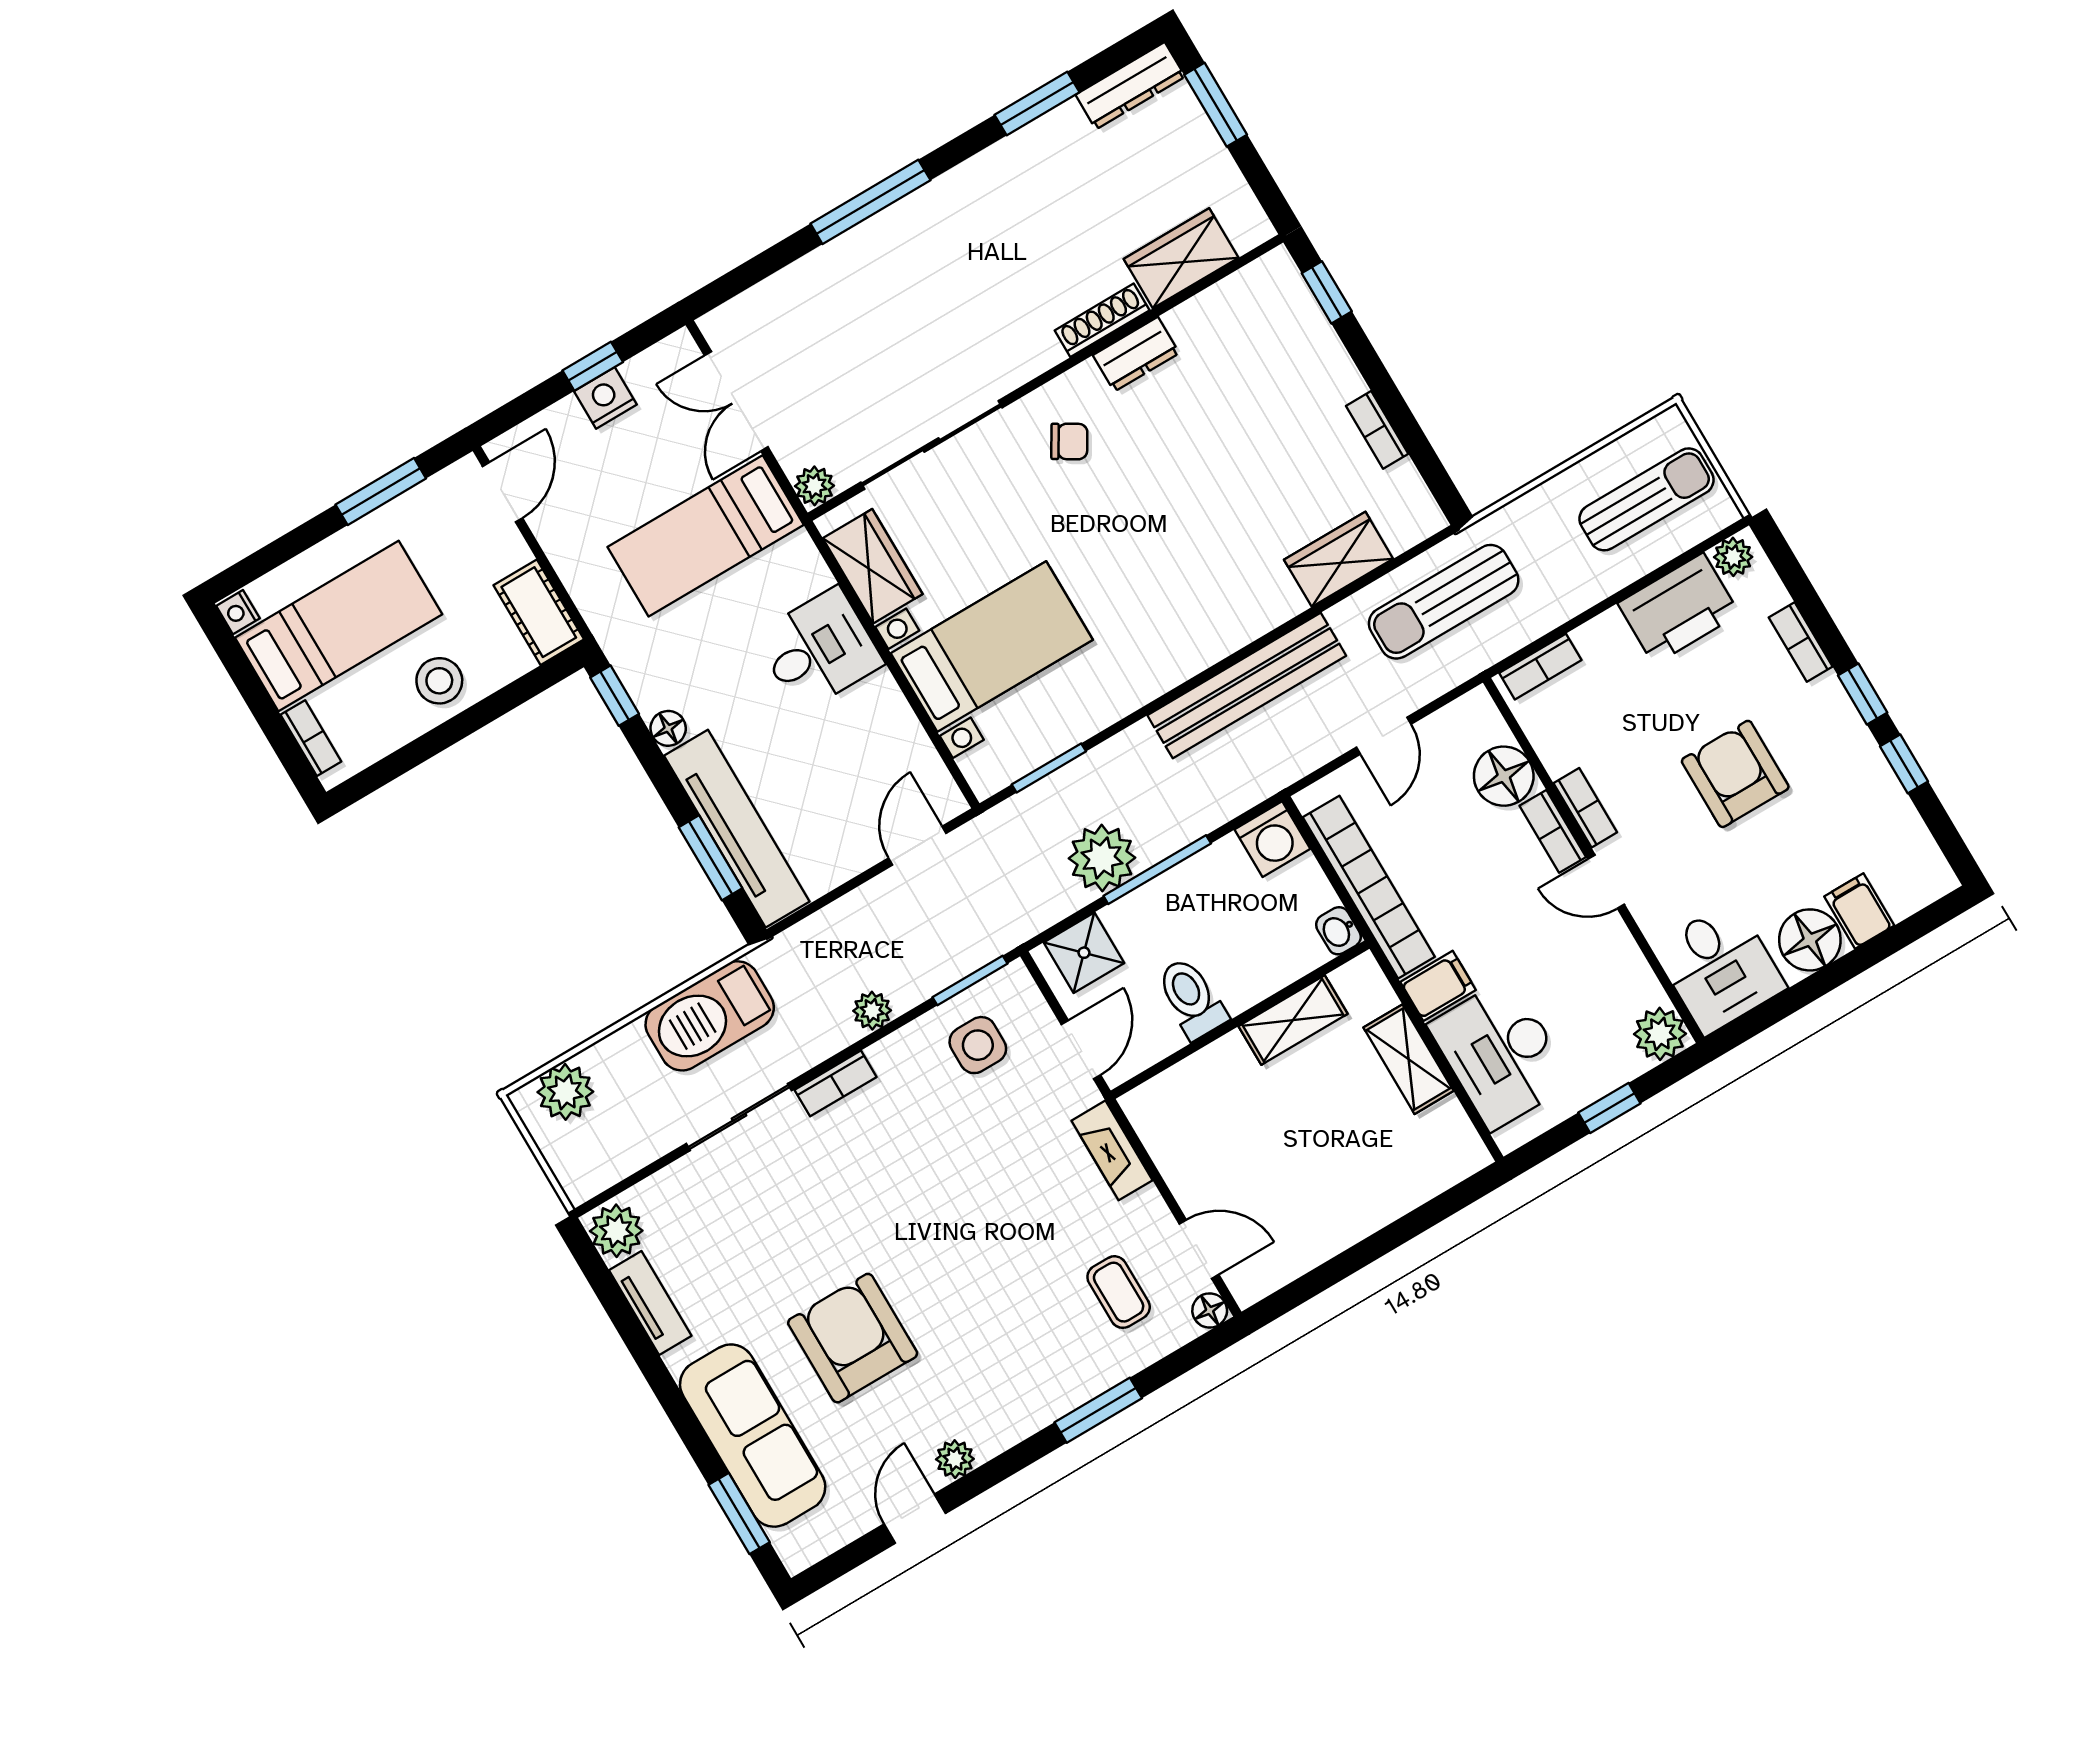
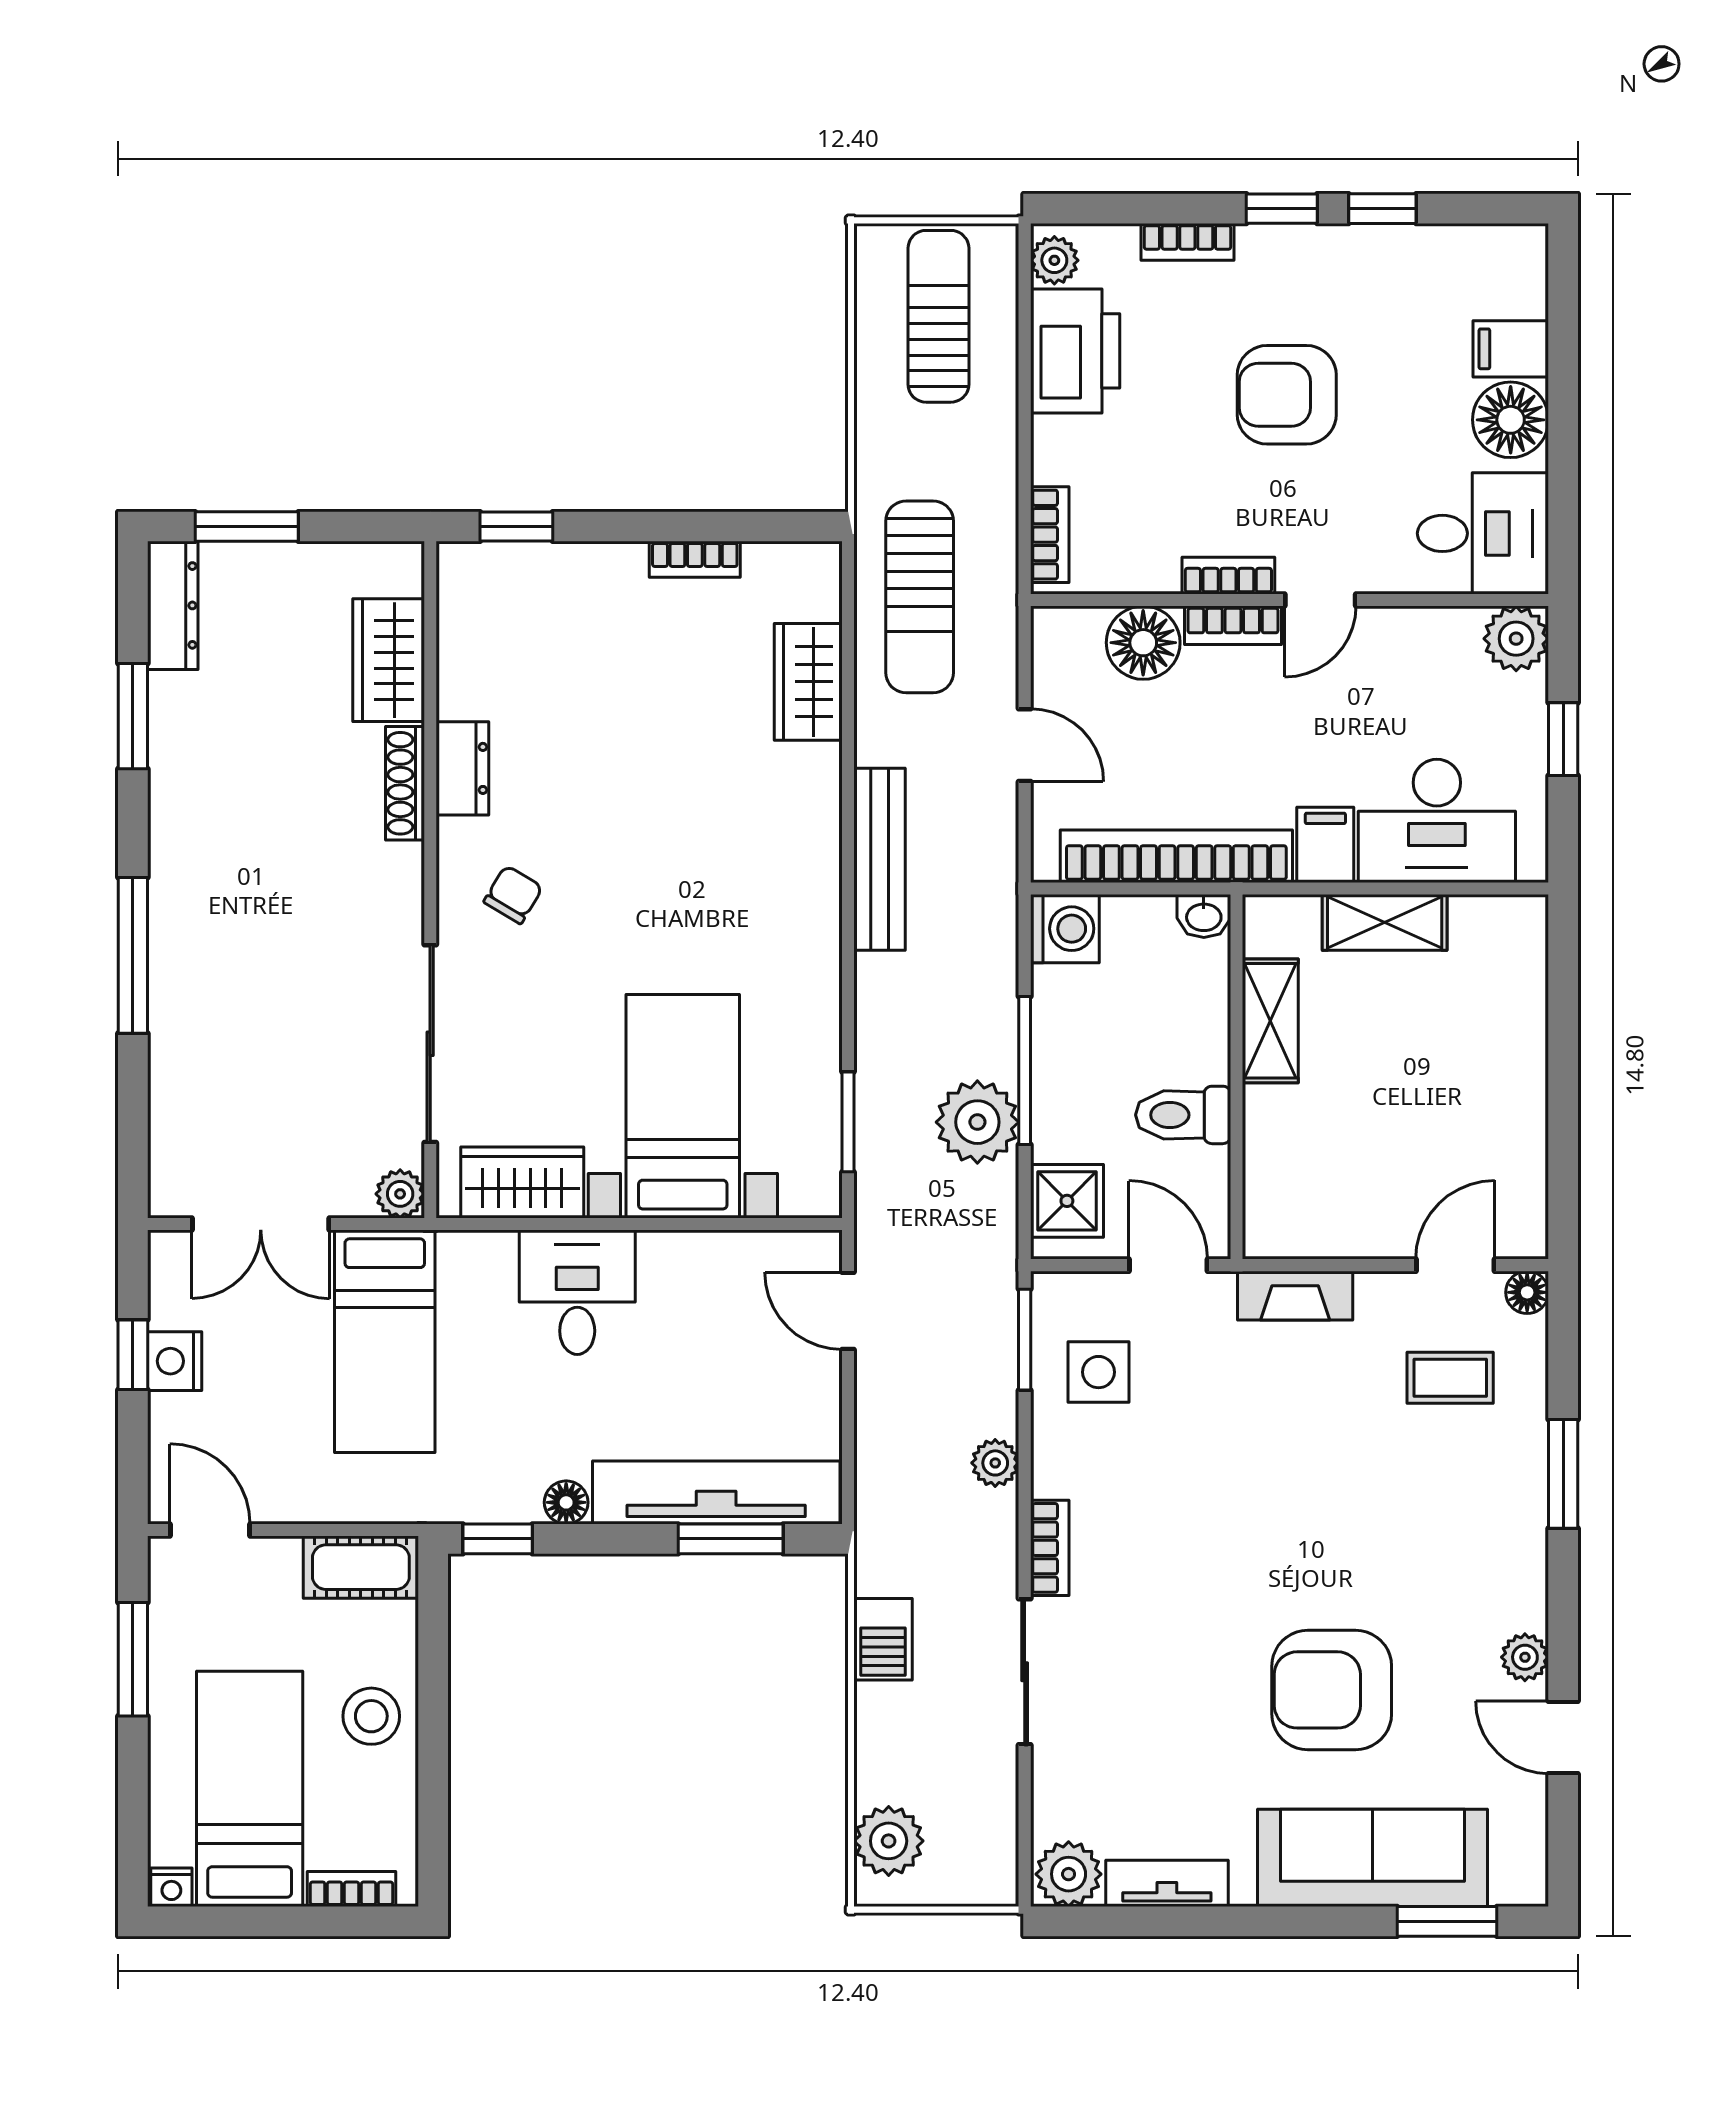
bench: (1247, 686) -> (879, 859), width x0.73, depth x0.82
barbecue: (710, 1016) -> (883, 1639), width x0.53, depth x0.65

